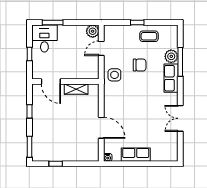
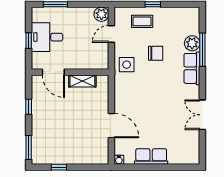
coffee table: (149, 36) -> (142, 21), moved
desk: (44, 38) -> (47, 37), moved, turned -90

